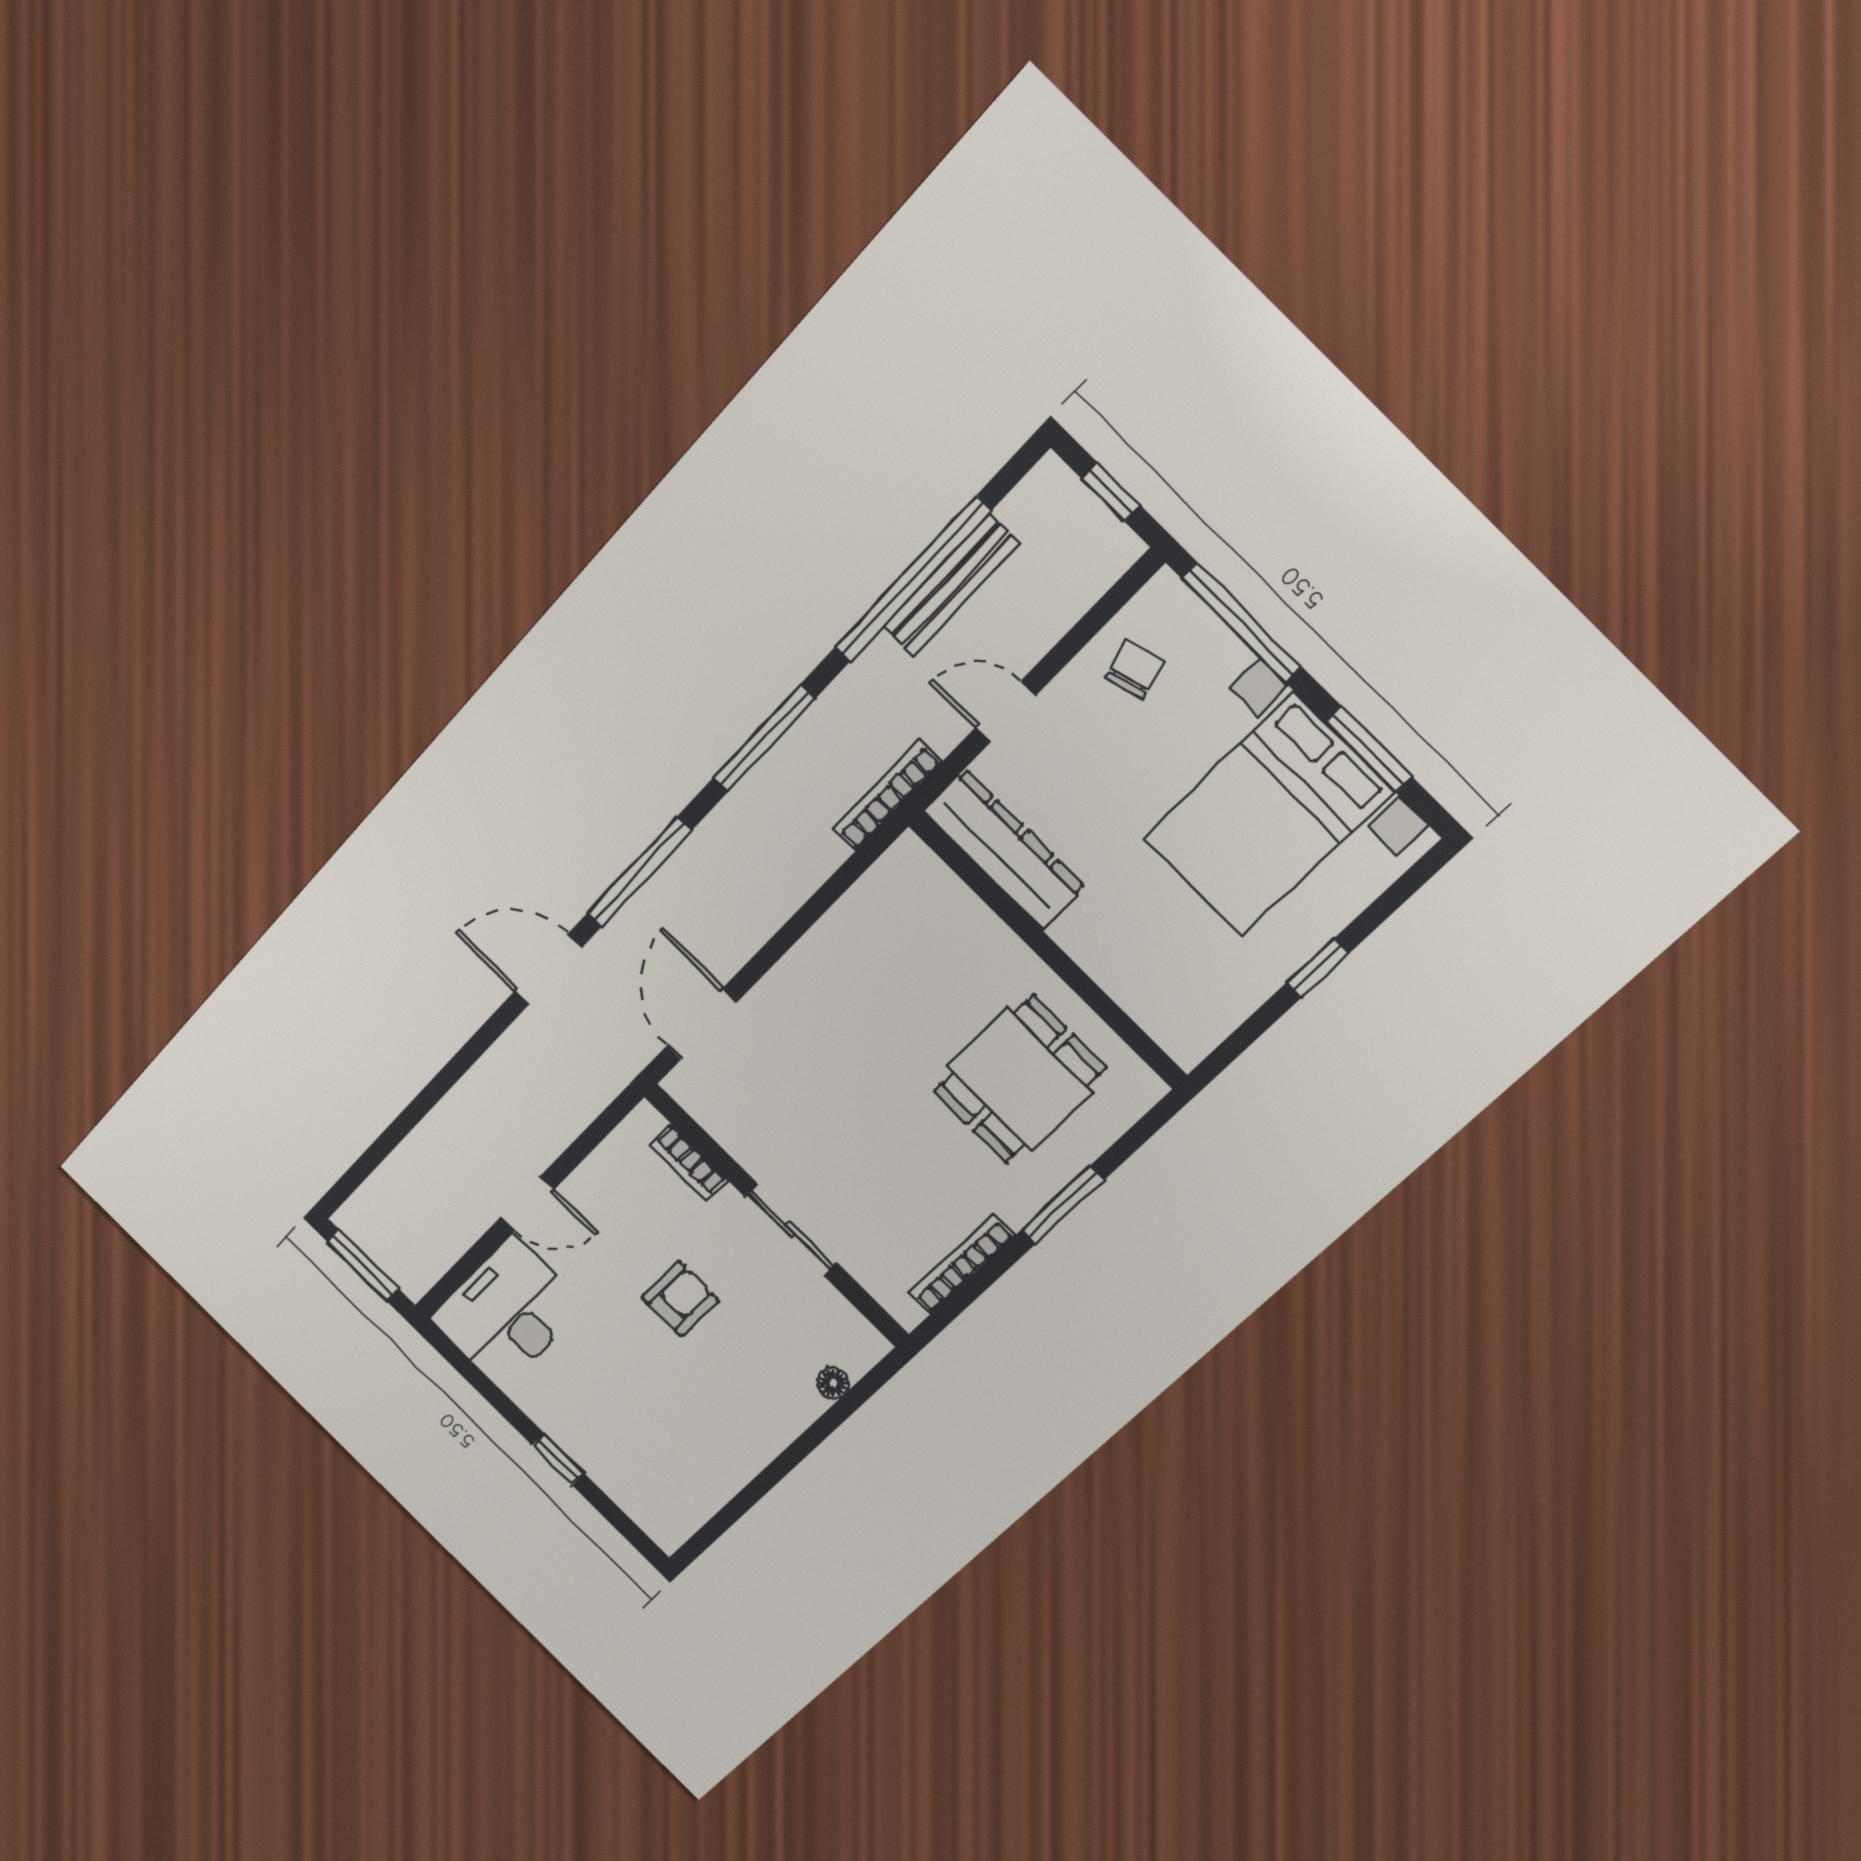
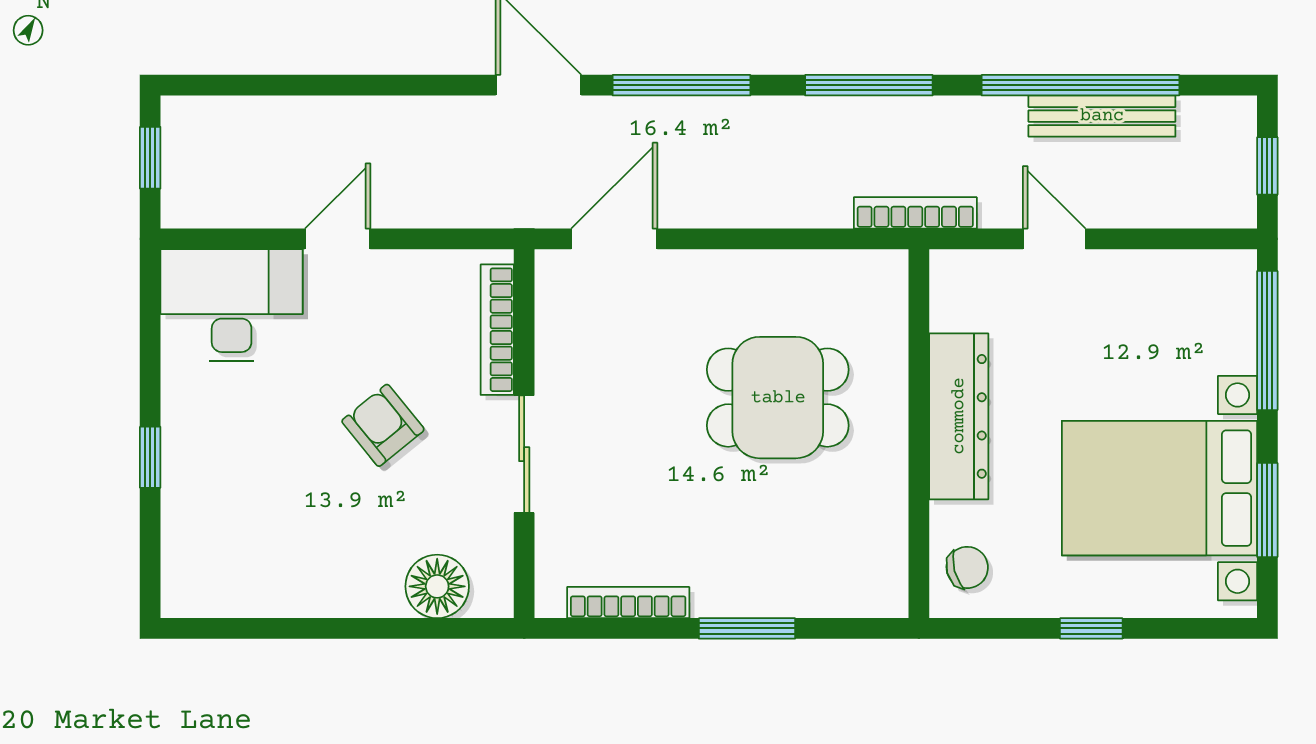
chair: (1135, 669) -> (967, 567), moved
dresser: (1004, 849) -> (959, 416), moved
dining table: (1020, 1080) -> (778, 398), moved
bookcase: (688, 1162) -> (497, 330), width x1.56
door: (528, 1203) -> (338, 239), swing flipped
window: (363, 1265) -> (150, 158), width x0.67
armchair: (680, 1299) -> (383, 425), turned -129
floor lamp: (833, 1383) -> (437, 586), width x1.89, depth x1.89

